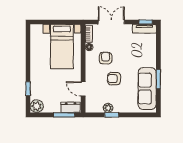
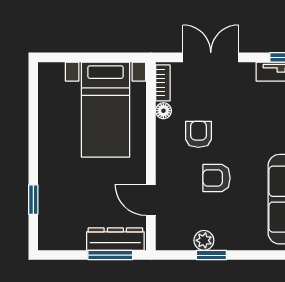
plant: (37, 106) -> (52, 237), removed
dresser: (71, 107) -> (115, 239), width x1.44

